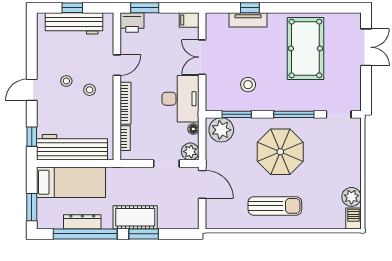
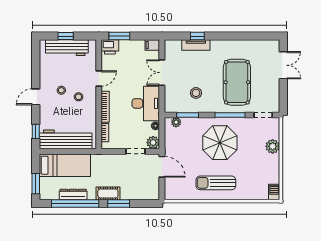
pool table: (305, 48) -> (237, 82), moved
plant: (221, 130) -> (176, 122), width x0.53, depth x0.53
plant: (351, 197) -> (273, 146), moved
sun lounger: (275, 206) -> (216, 183), turned 180
cot: (135, 217) -> (108, 193), width x0.73, depth x0.75

